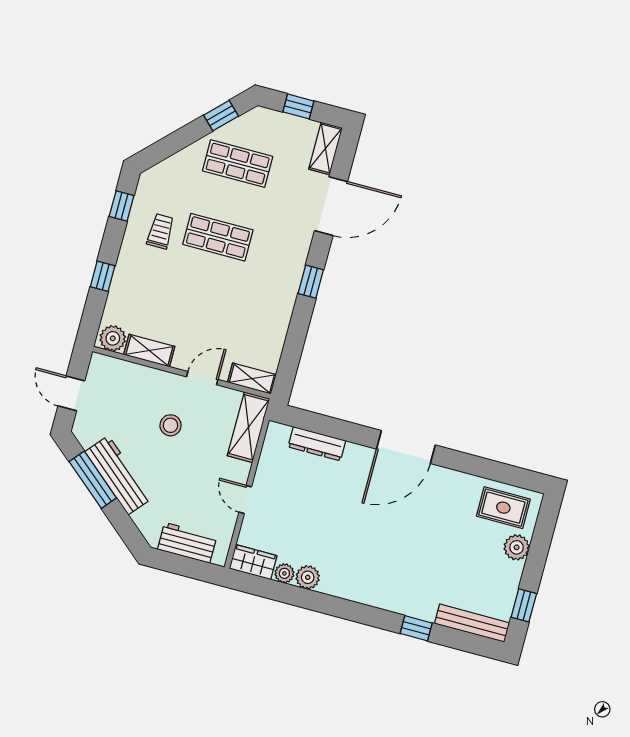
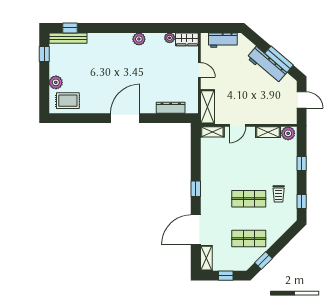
stool: (170, 425) -> (247, 97), removed
plant: (308, 577) -> (139, 39), moved
window: (416, 628) -> (70, 28), moved

